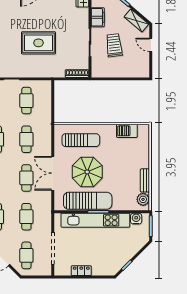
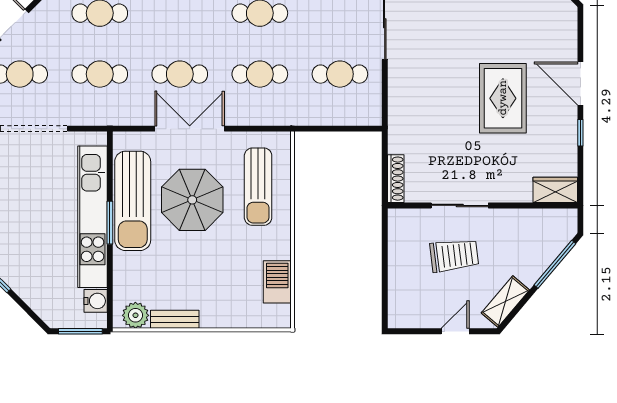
filing cabinet: (98, 17) -> (512, 222), removed
rug: (38, 43) -> (503, 98), moved

